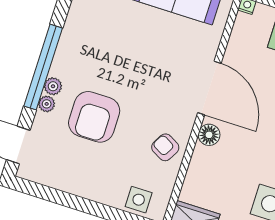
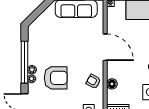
armchair: (94, 117) -> (56, 78), turned -90
floor lamp: (209, 135) -> (112, 84), moved

